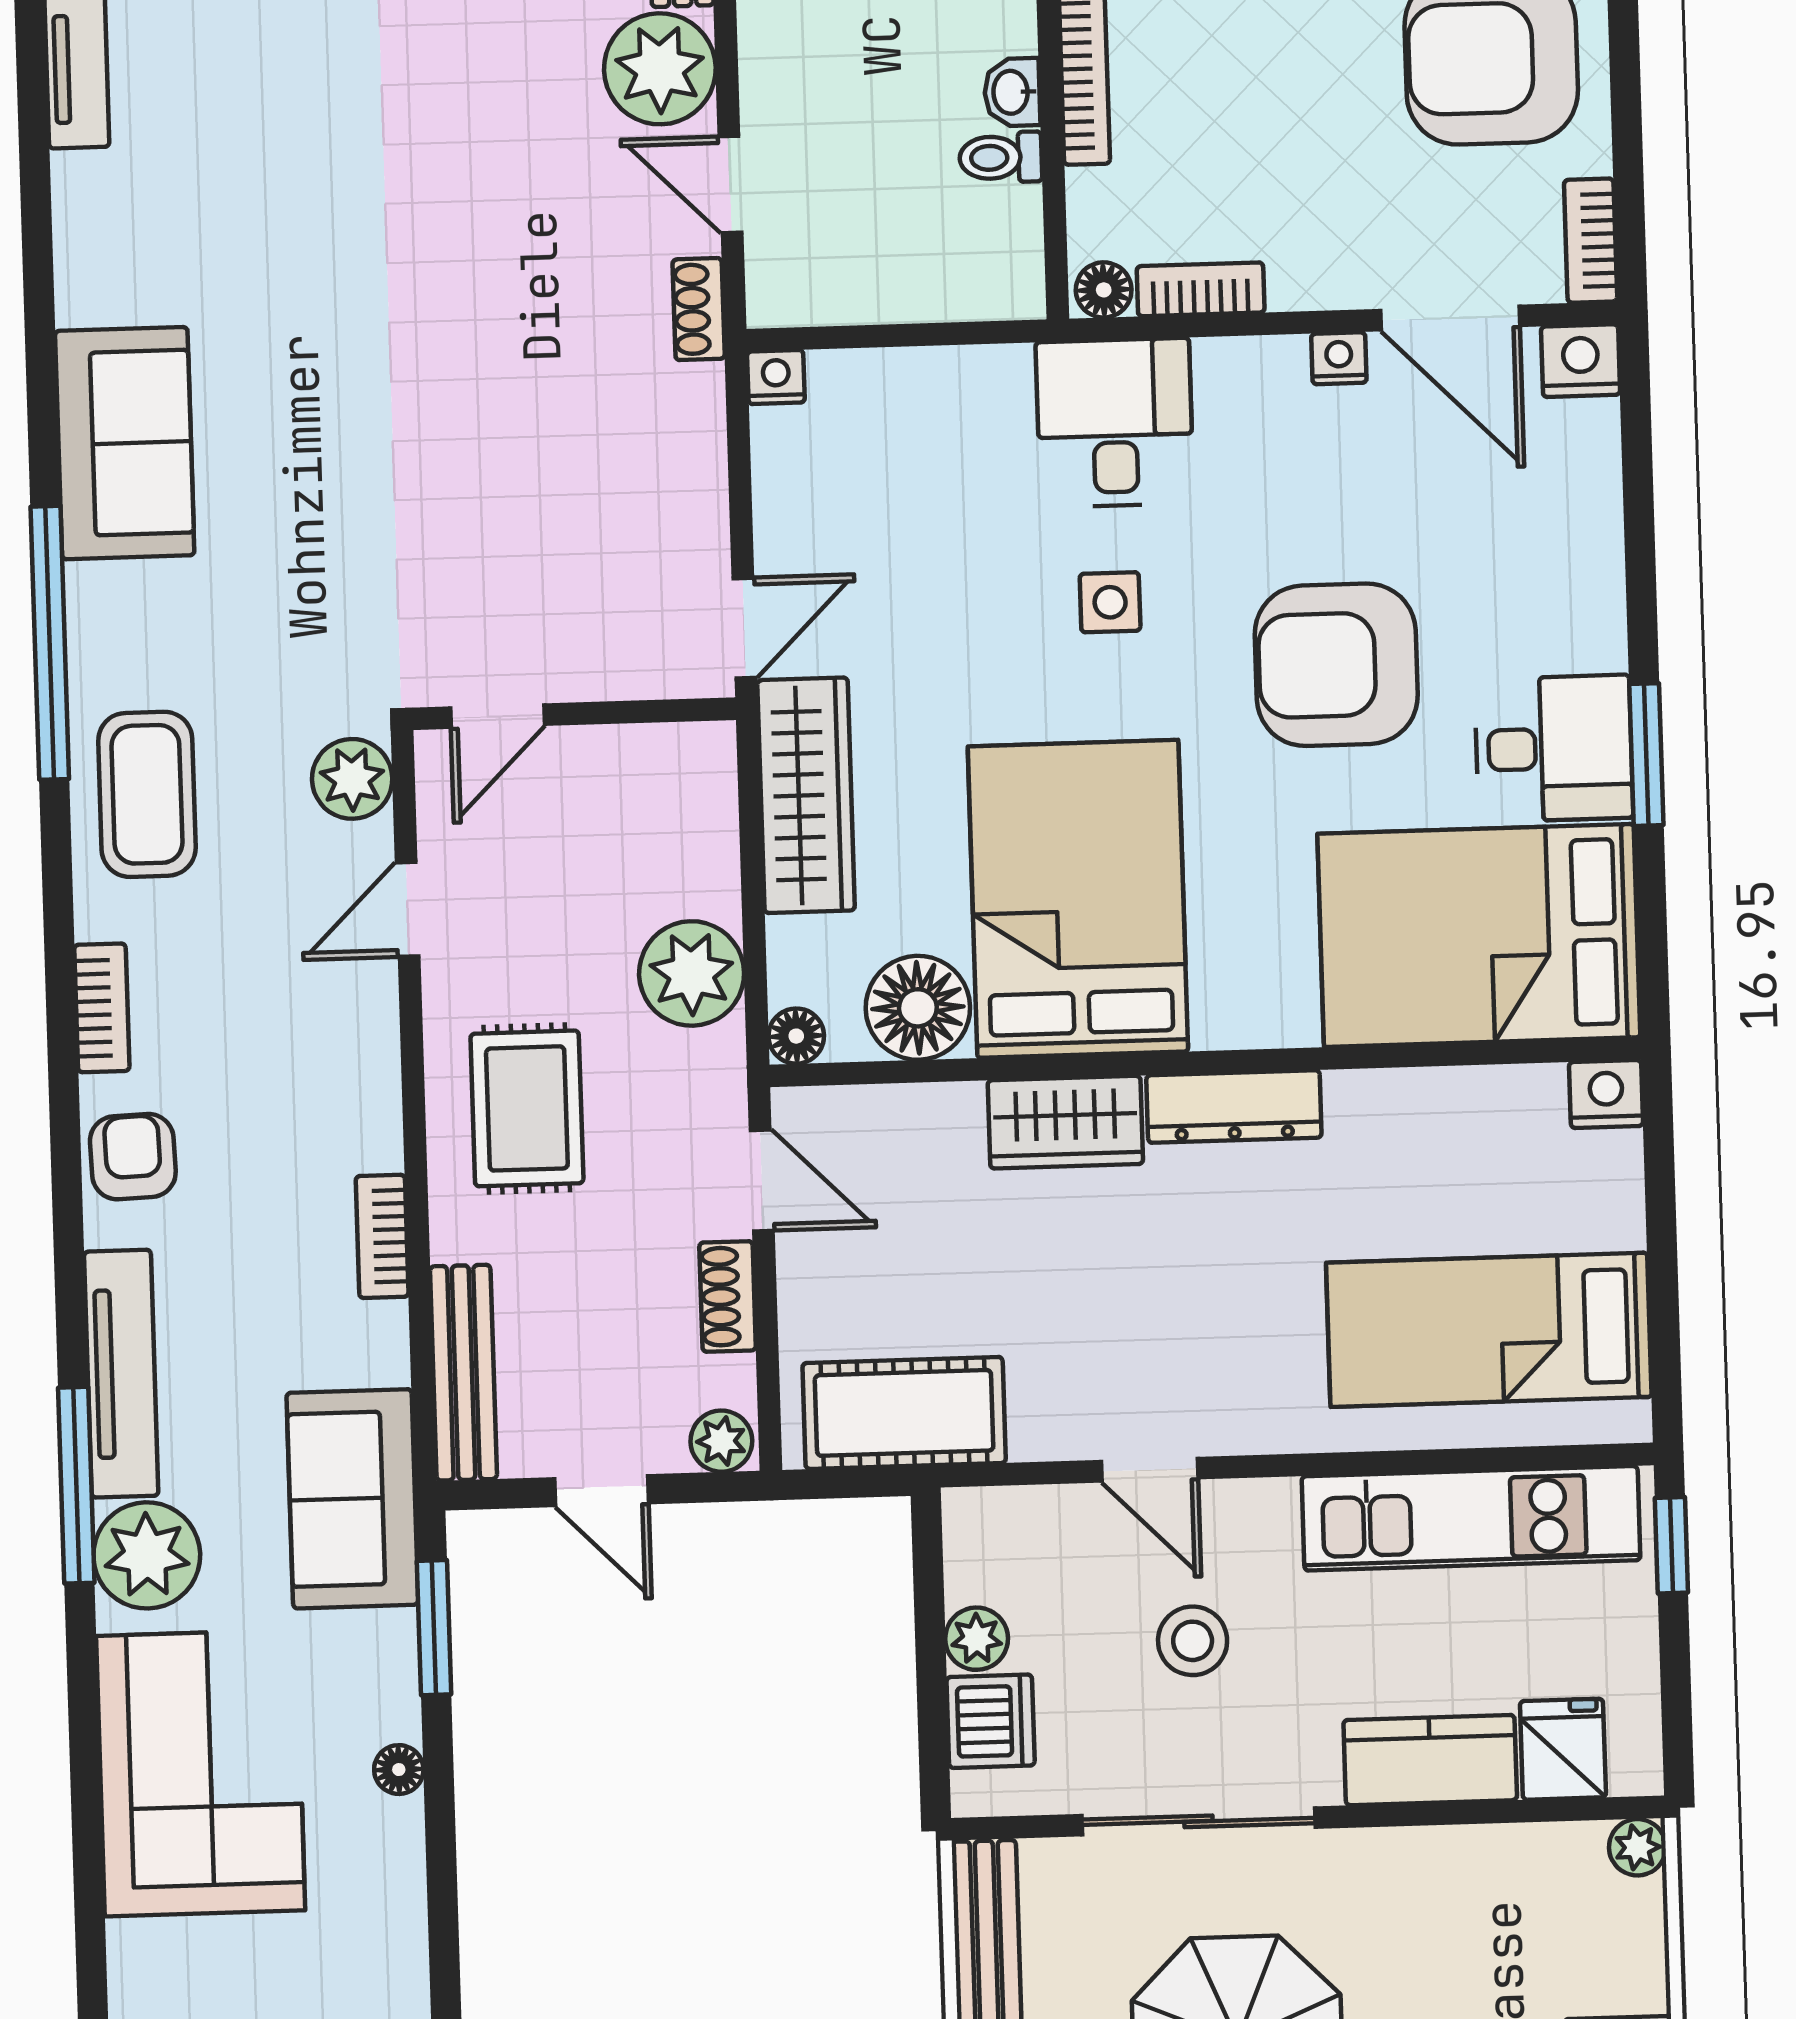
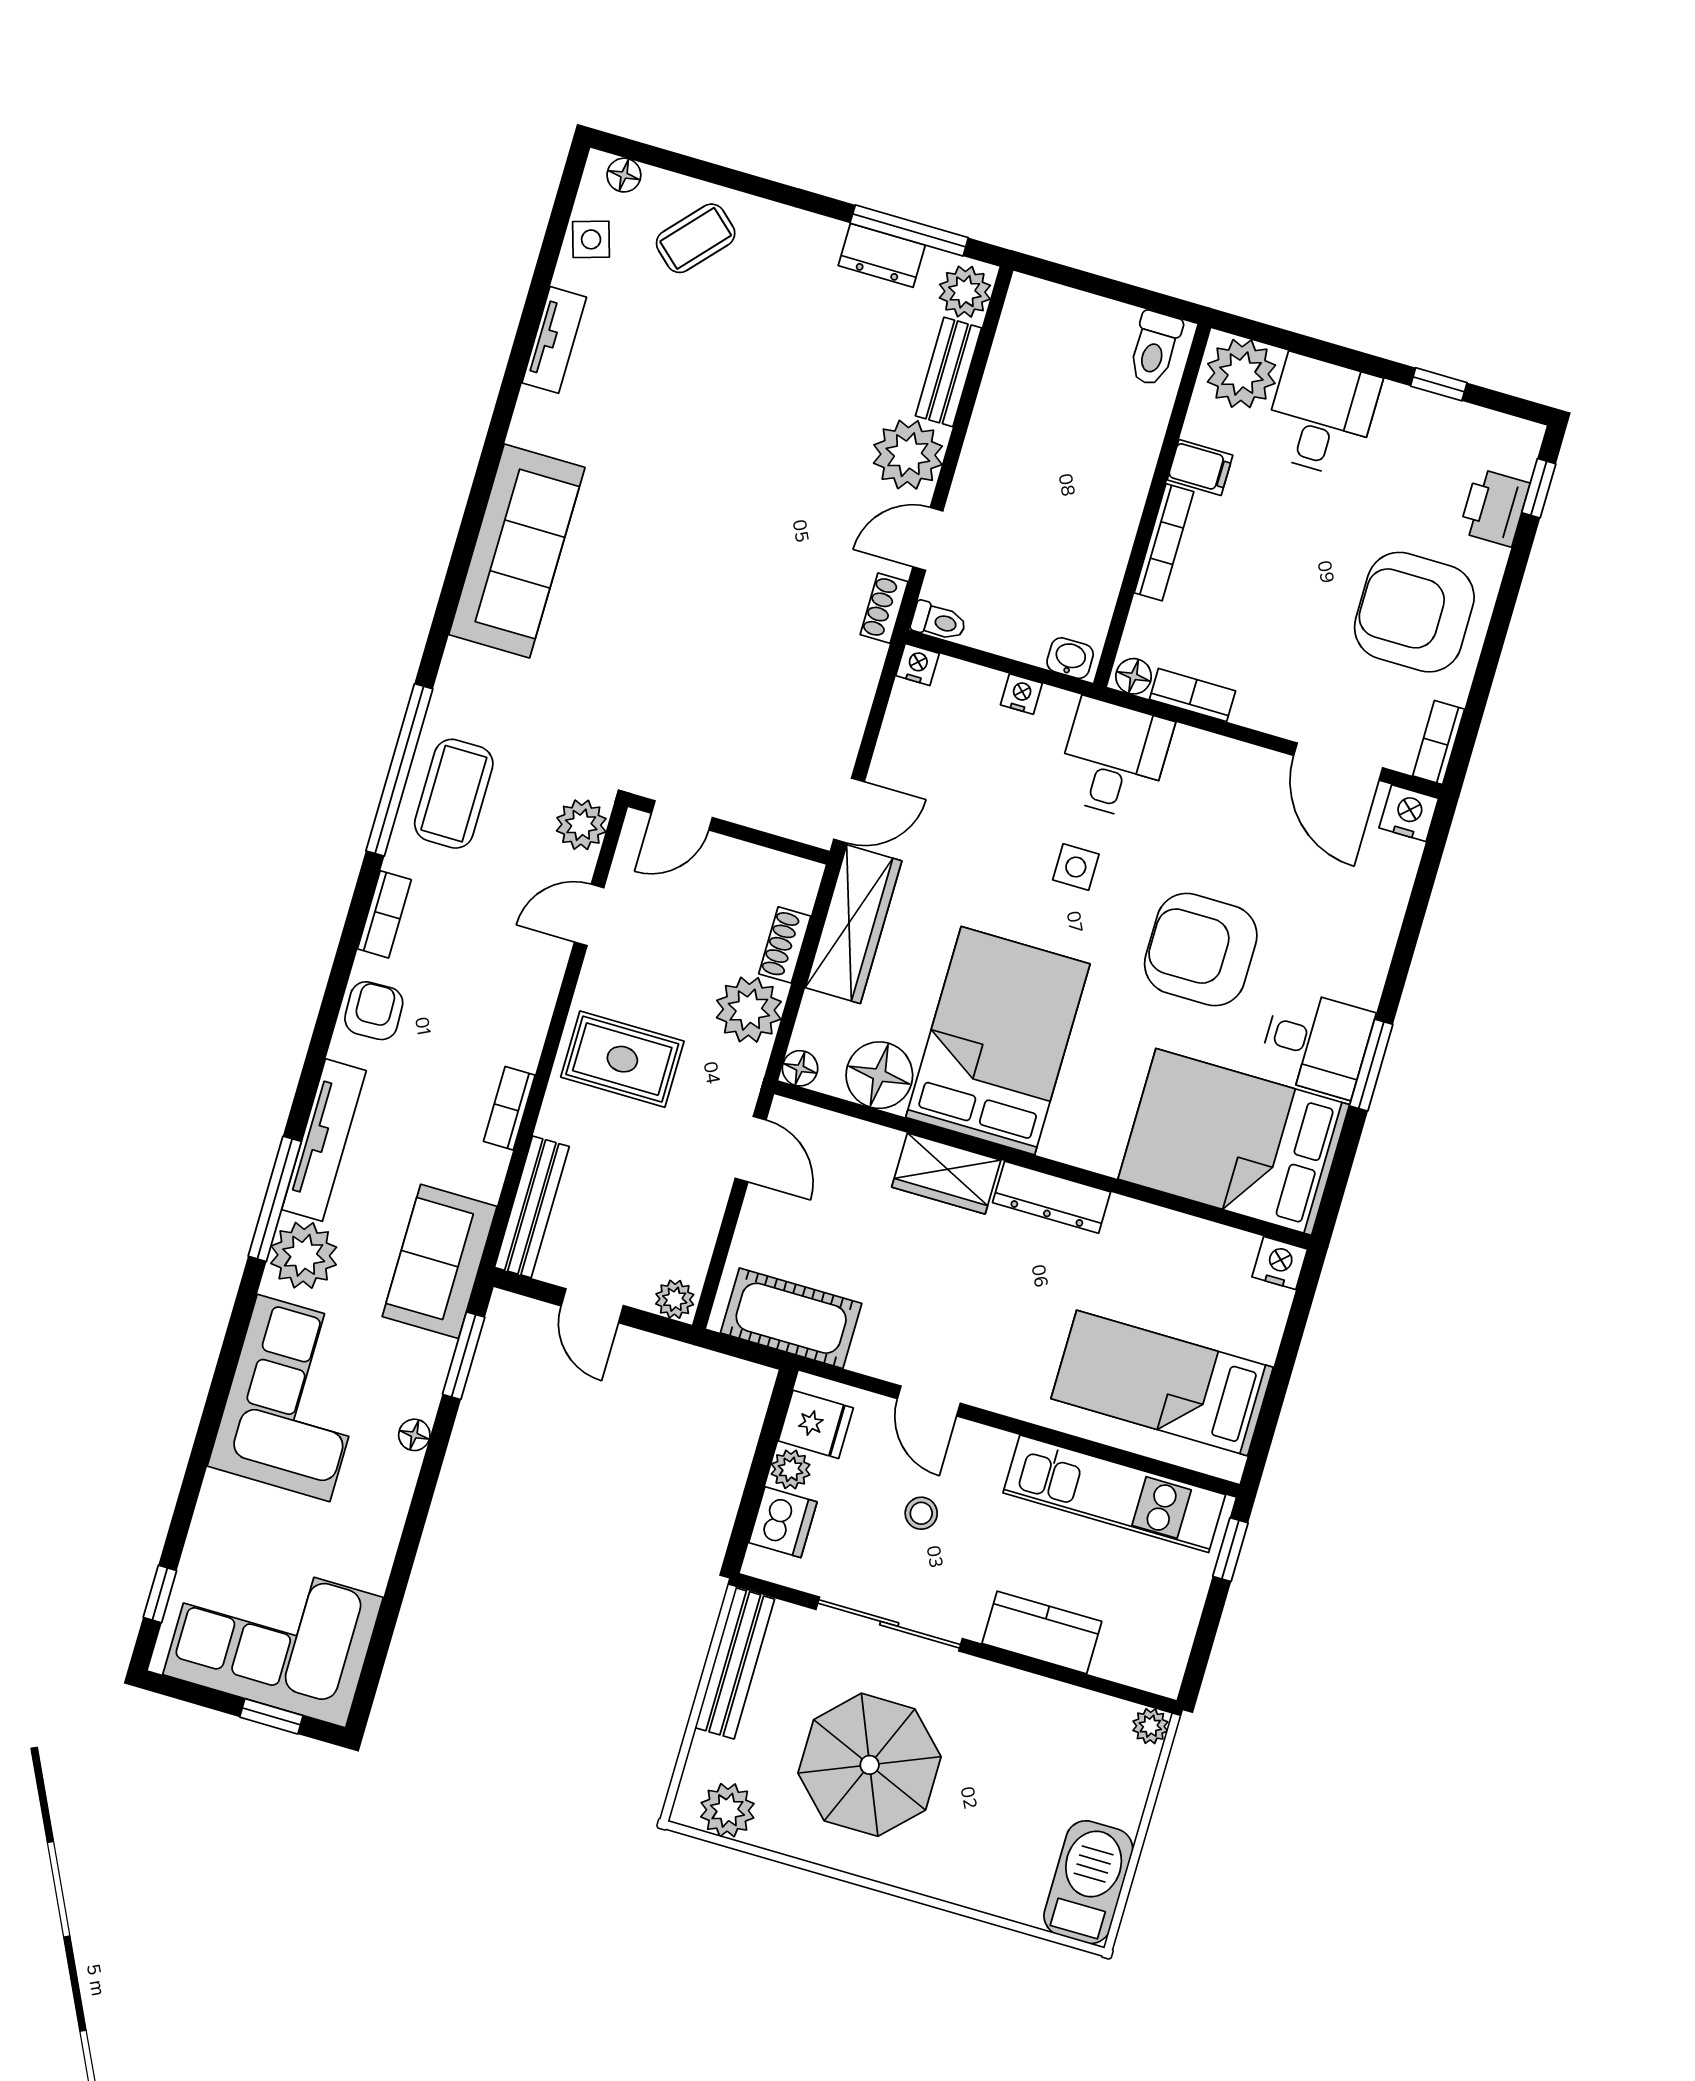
washbasin: (1012, 92) -> (1070, 658), moved, turned 90
toilet: (1001, 157) -> (939, 621), moved, turned 180
door: (731, 185) -> (928, 539), hinge flipped
nightstand: (1339, 358) -> (1021, 694), moved
sofa: (125, 443) -> (517, 551), width x1.36
window: (50, 643) -> (399, 770), moved
rug: (527, 1108) -> (622, 1059), turned 90
shoe rack: (728, 1296) -> (785, 945), moved
stool: (1193, 1641) -> (921, 1513), width x0.73, depth x0.73
fridge: (1563, 1749) -> (816, 1424), moved, turned 90

